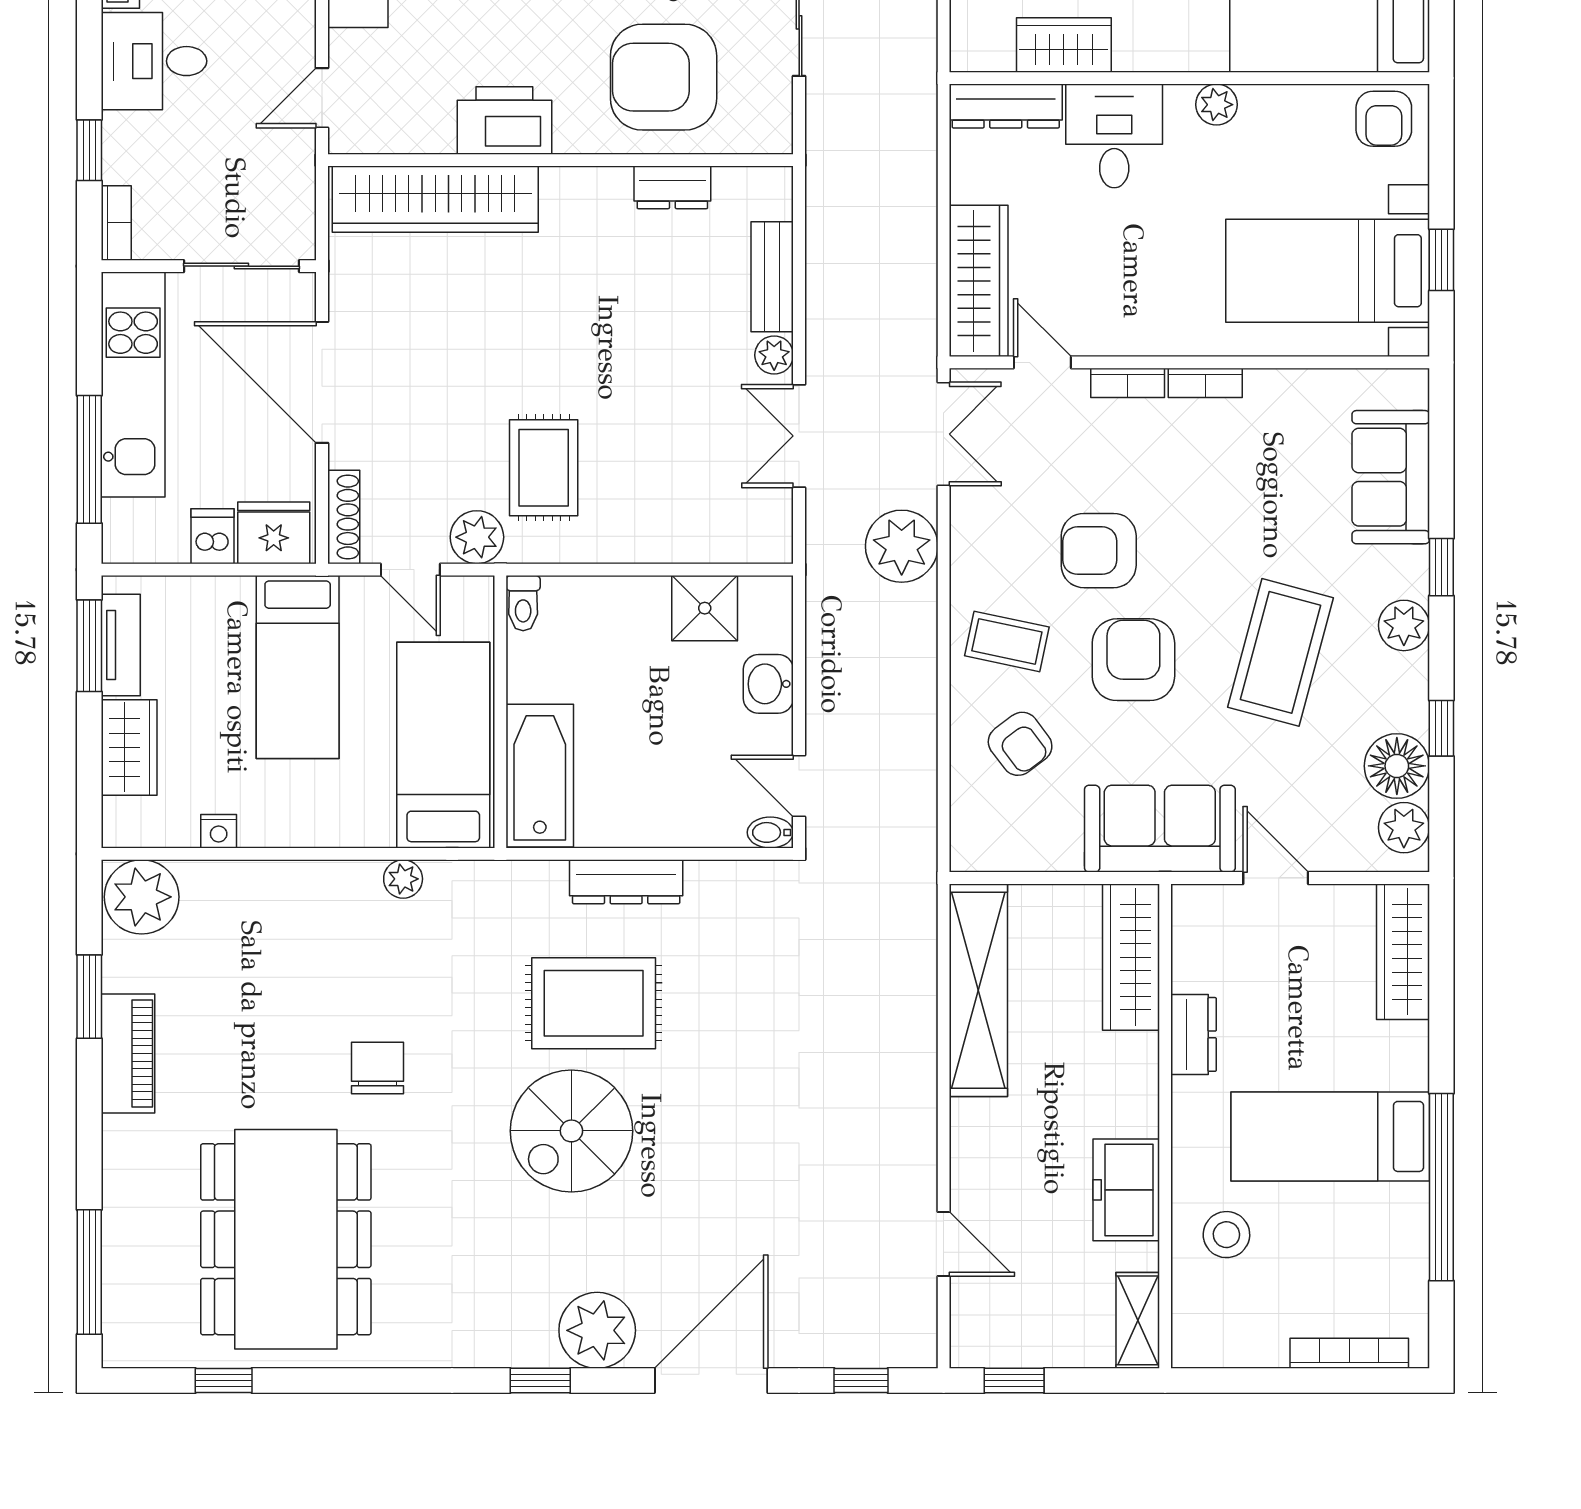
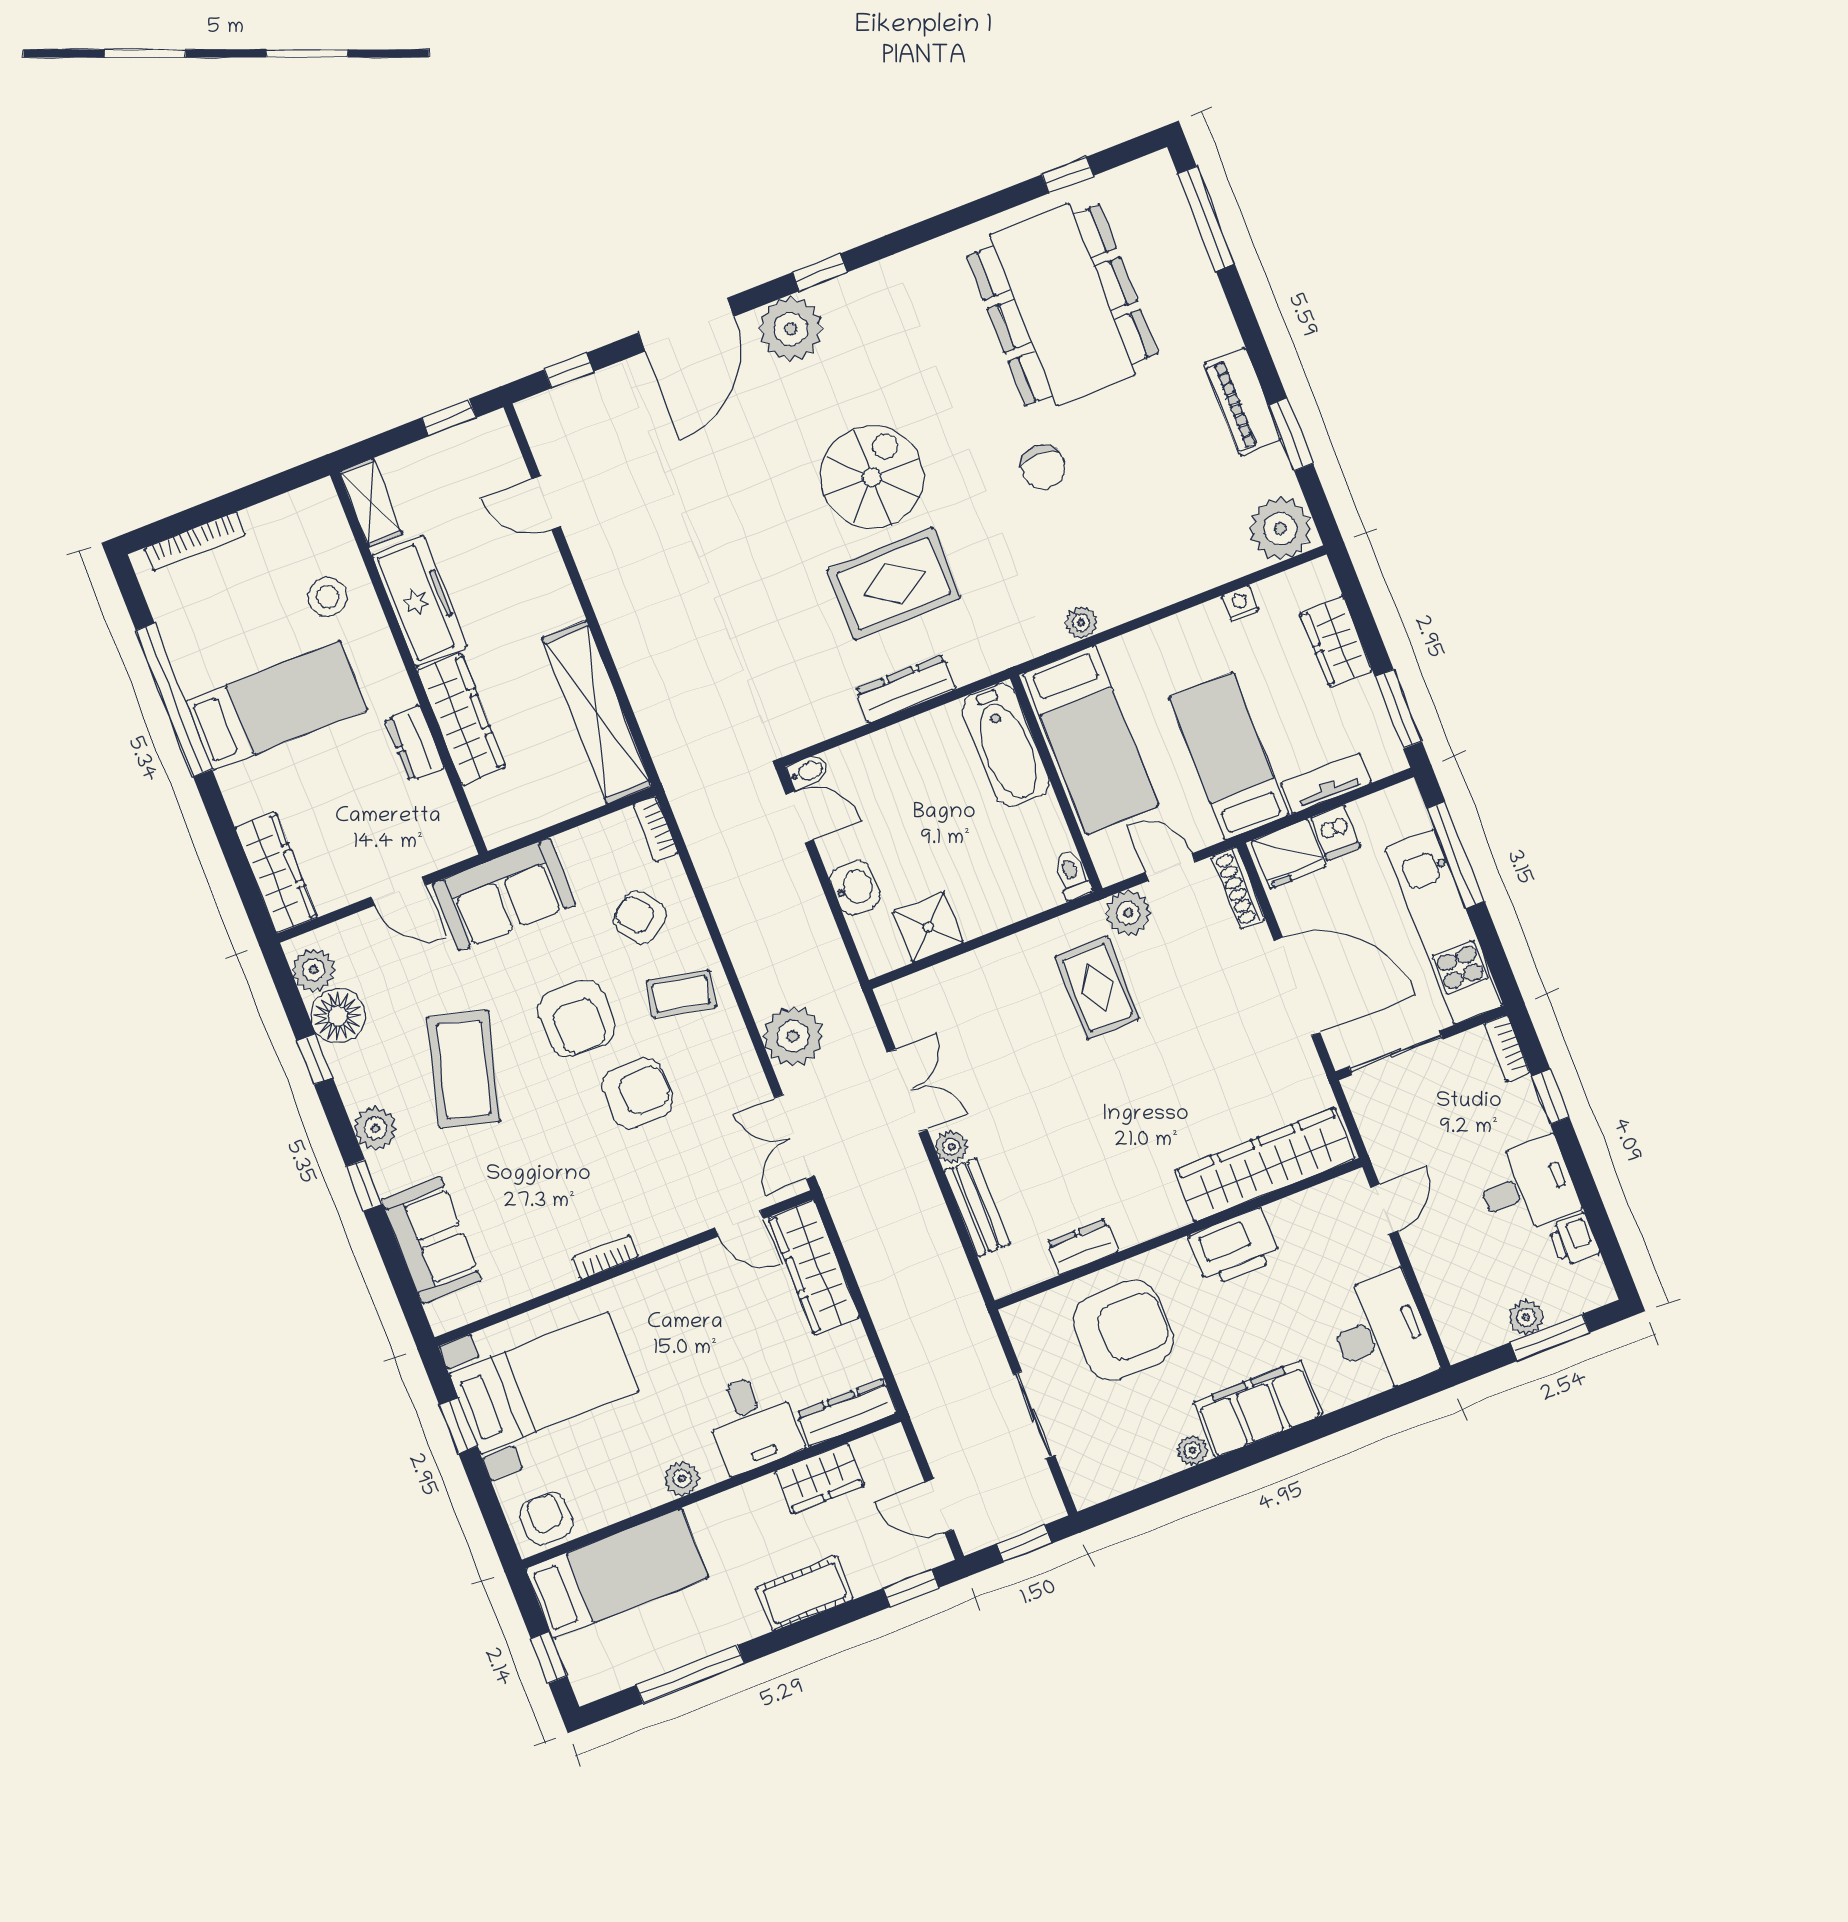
bookcase: (1128, 383) -> (655, 829), moved, turned -90
tv unit: (121, 645) -> (1326, 783), moved, turned 90
wardrobe: (1131, 957) -> (461, 719), moved
freezer: (1126, 1190) -> (420, 601), width x1.40

